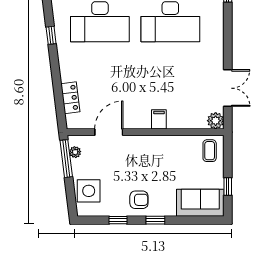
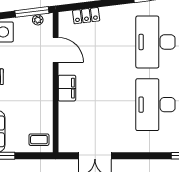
filing cabinet: (159, 119) -> (67, 88), width x2.00
plant: (216, 121) -> (66, 145), removed

